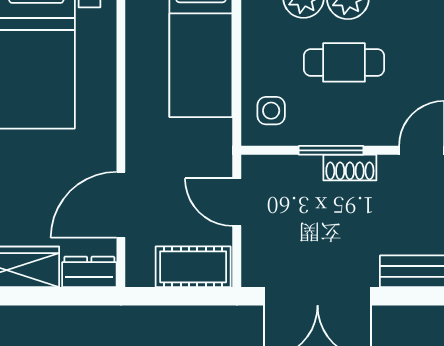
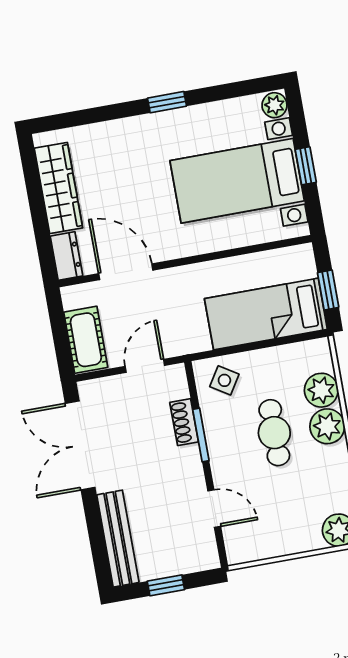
side table: (271, 111) -> (224, 380), turned 32
shoe rack: (350, 168) -> (184, 422), moved

